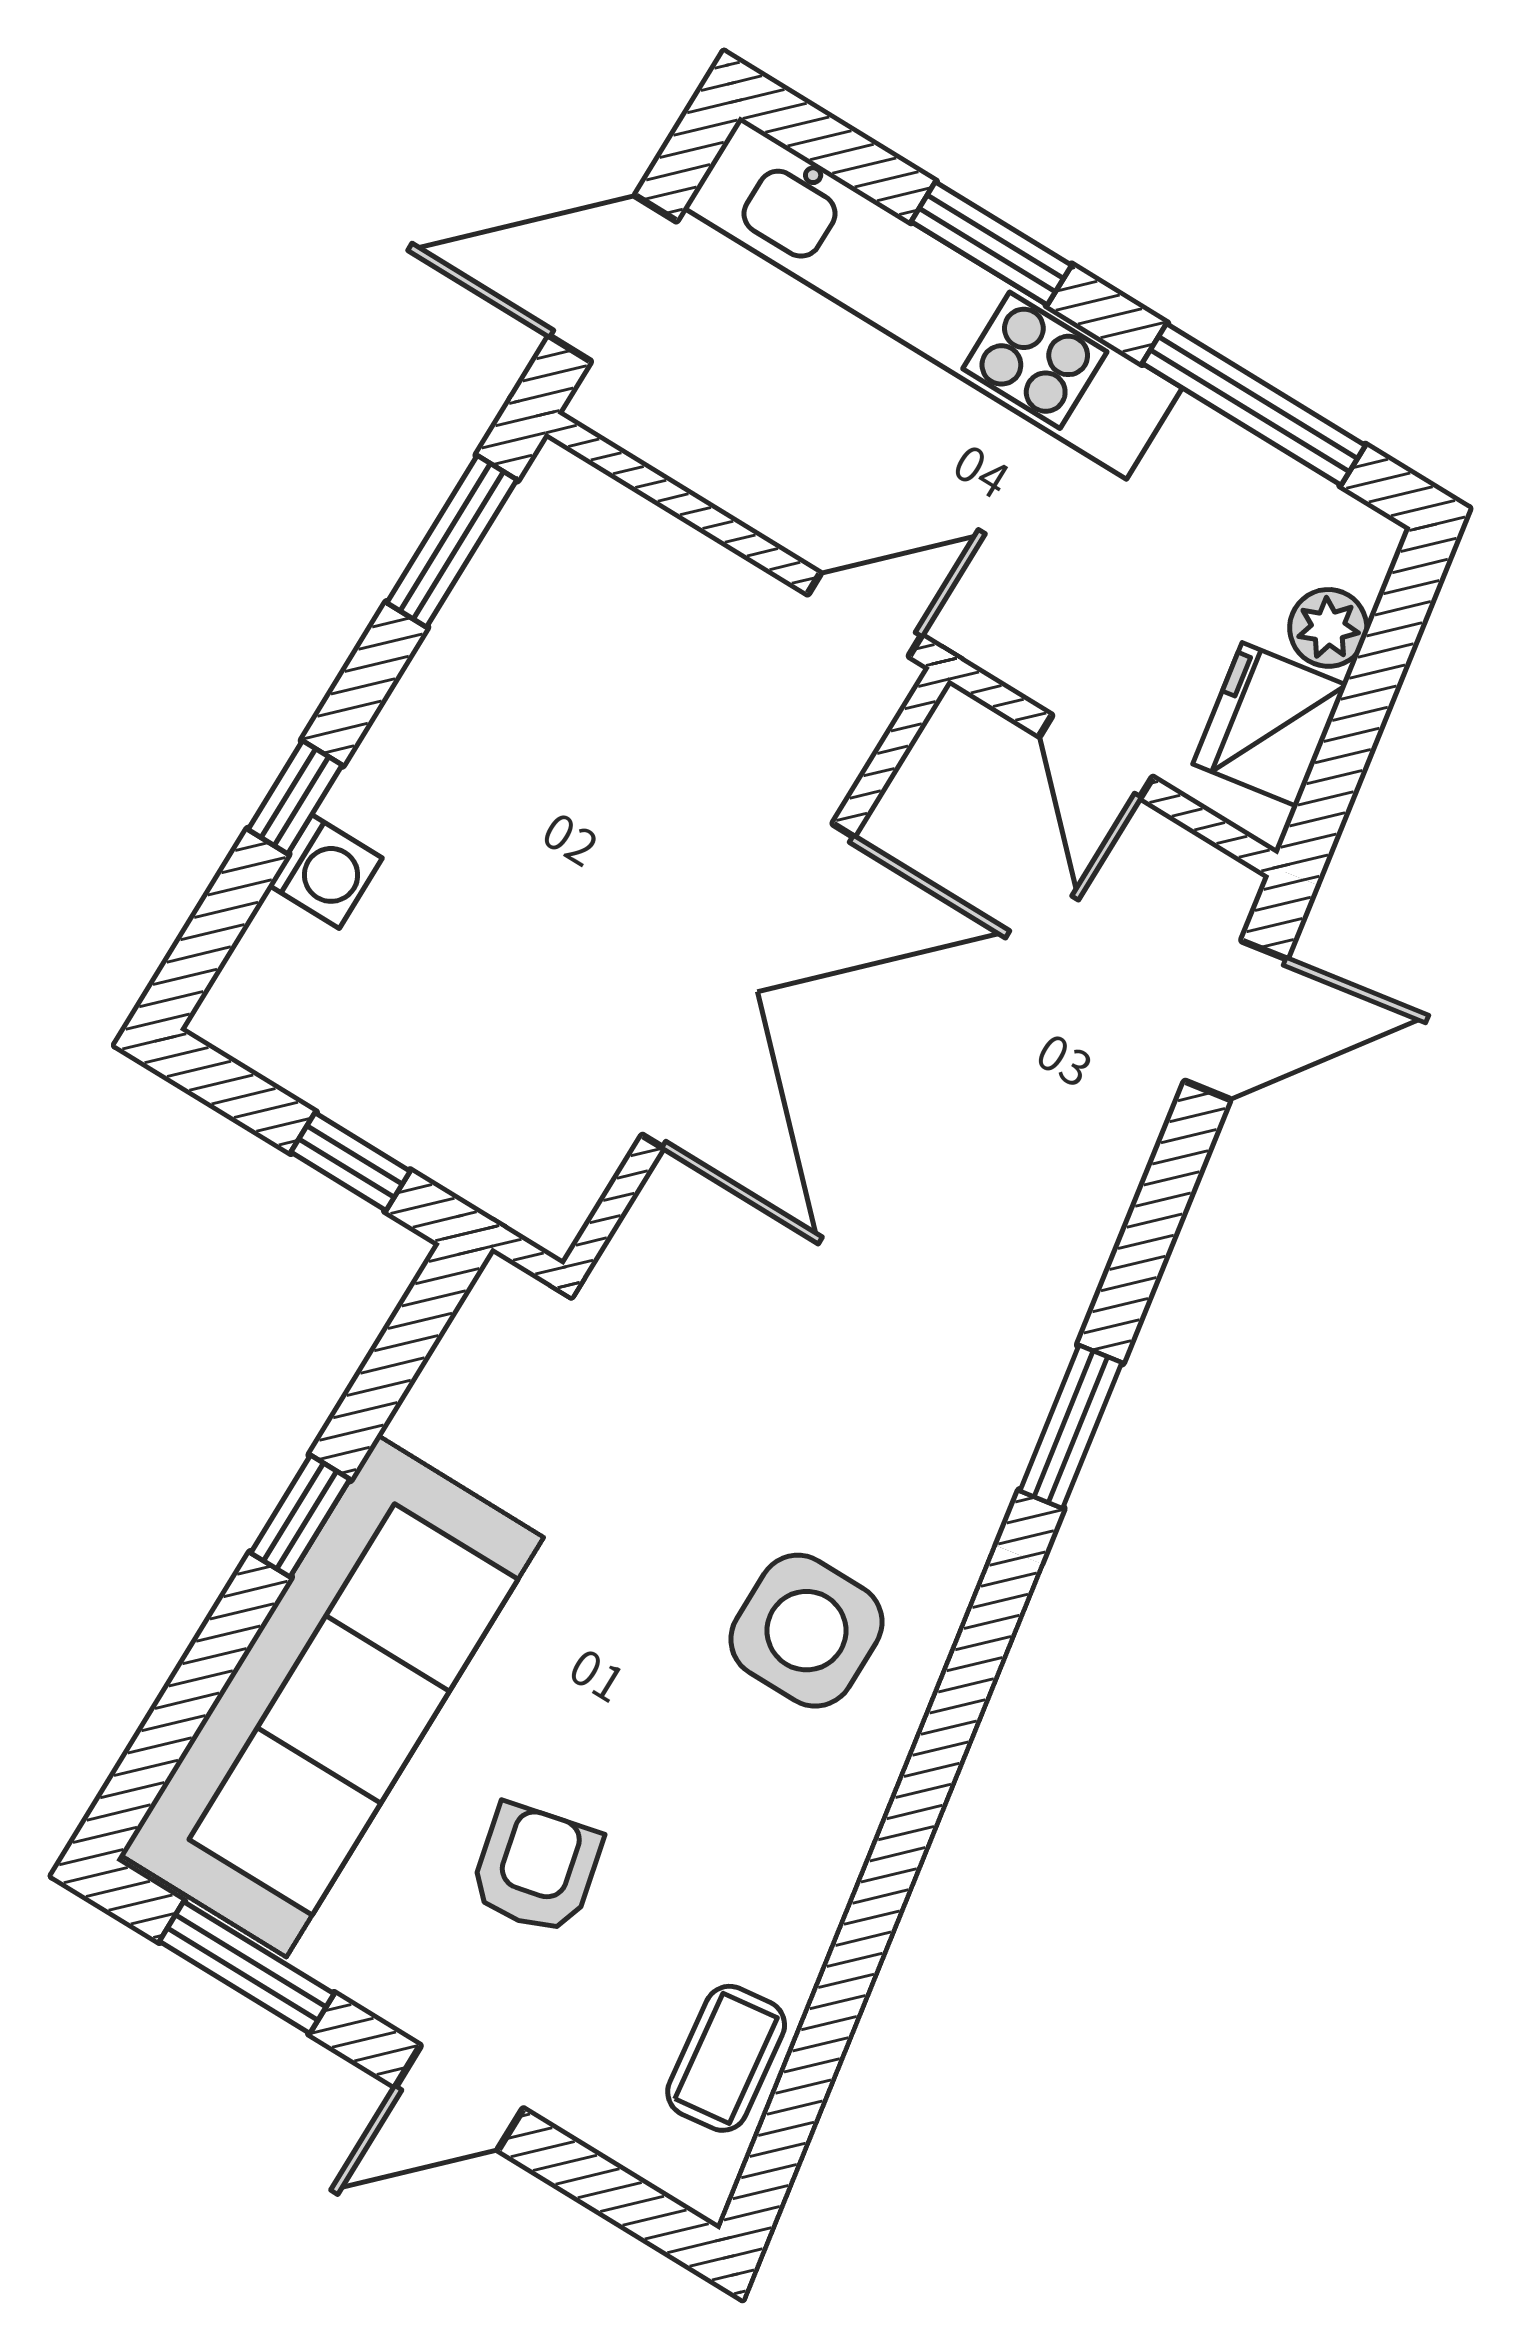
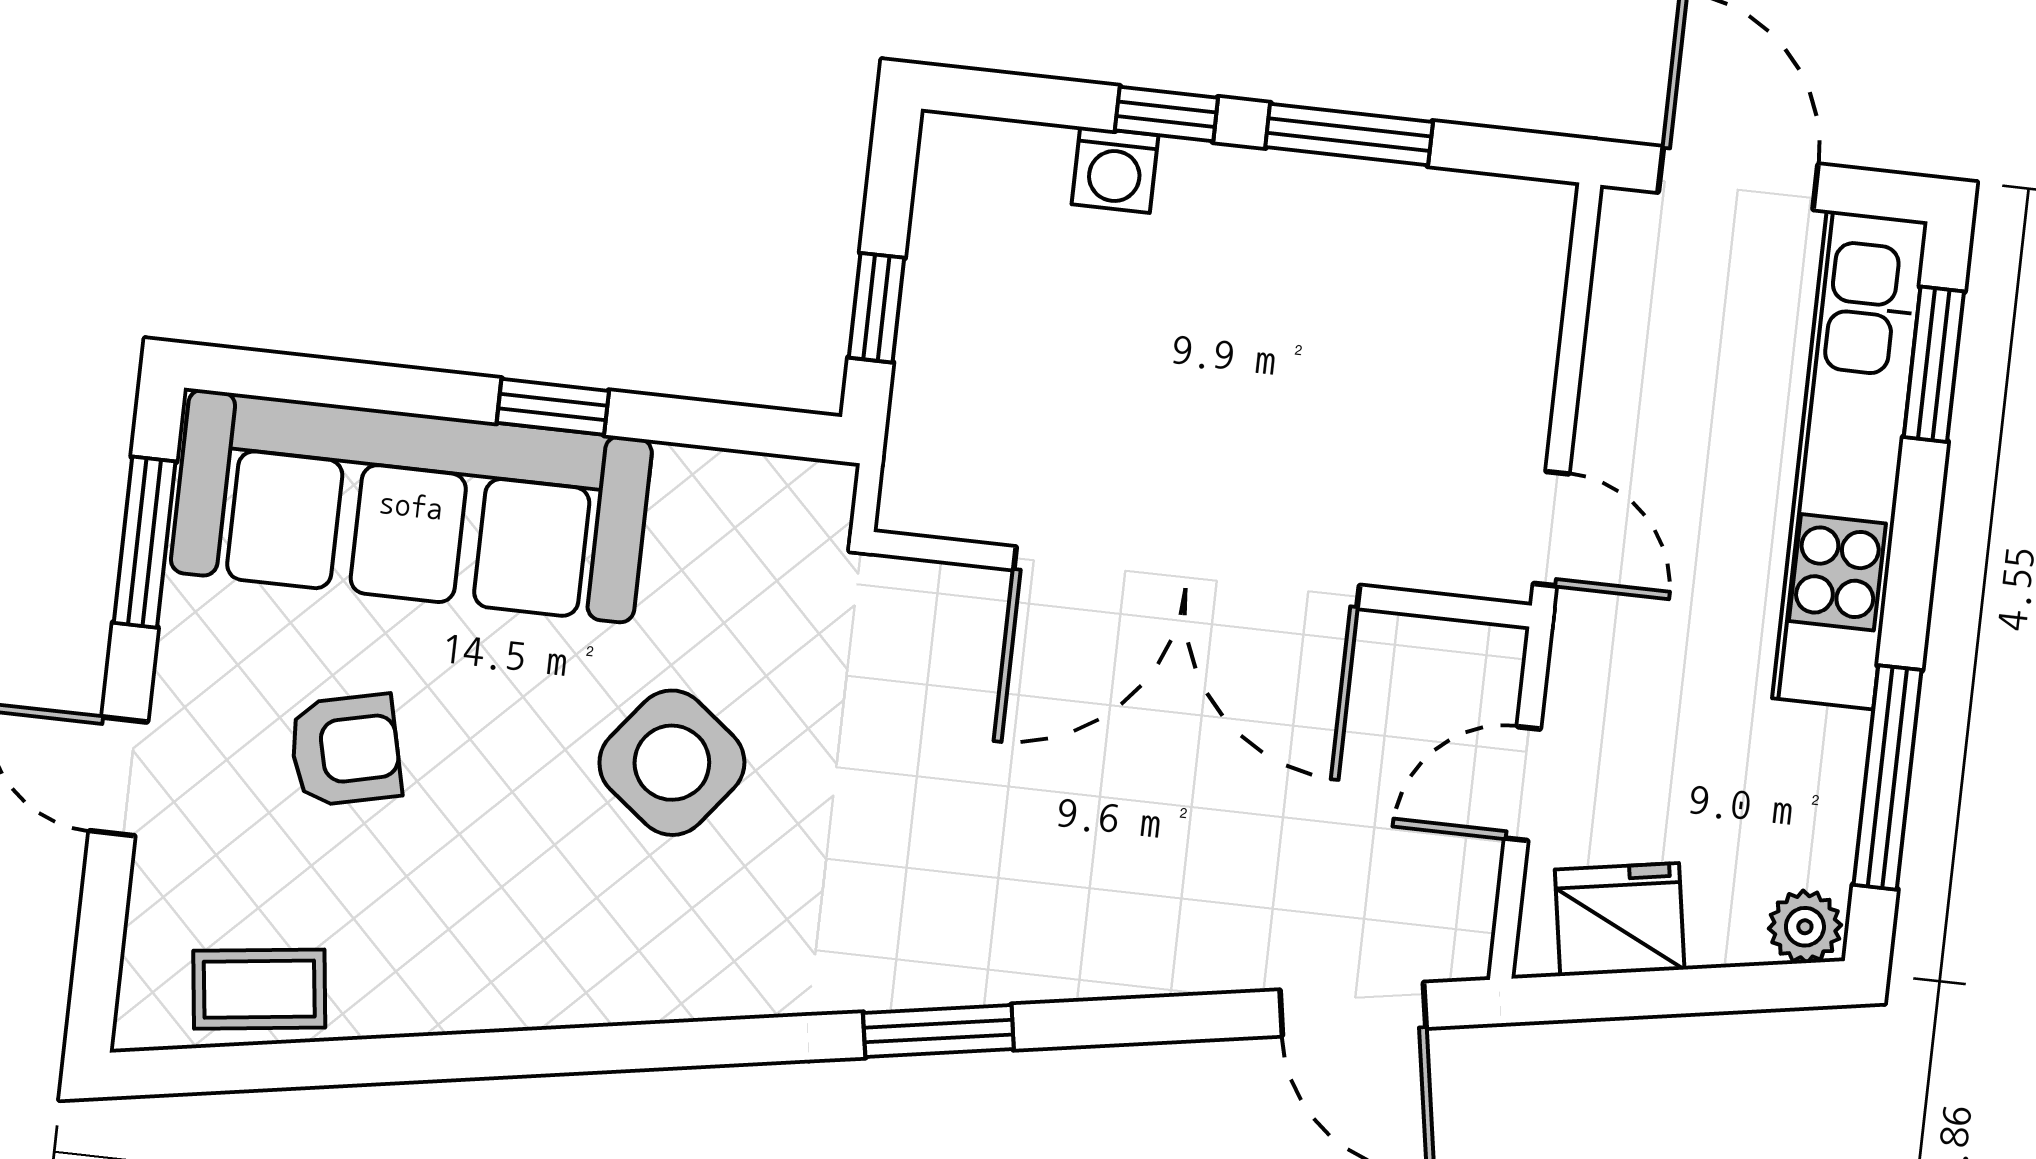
window: (991, 243) -> (1934, 364), moved
window: (452, 541) -> (1349, 135), moved
plant: (1328, 628) -> (1805, 927), moved
side table: (806, 1631) -> (672, 763), moved, turned 38

